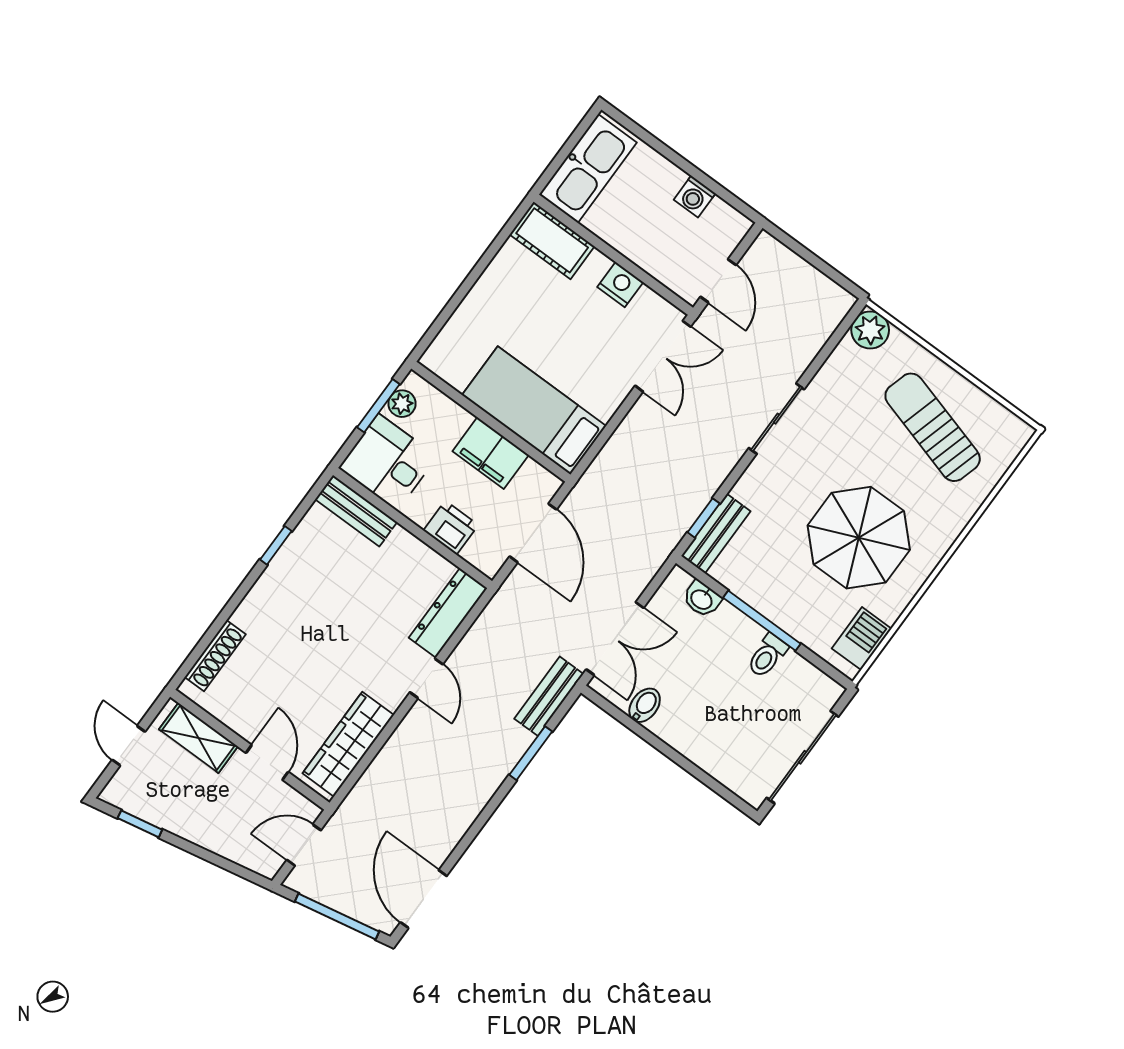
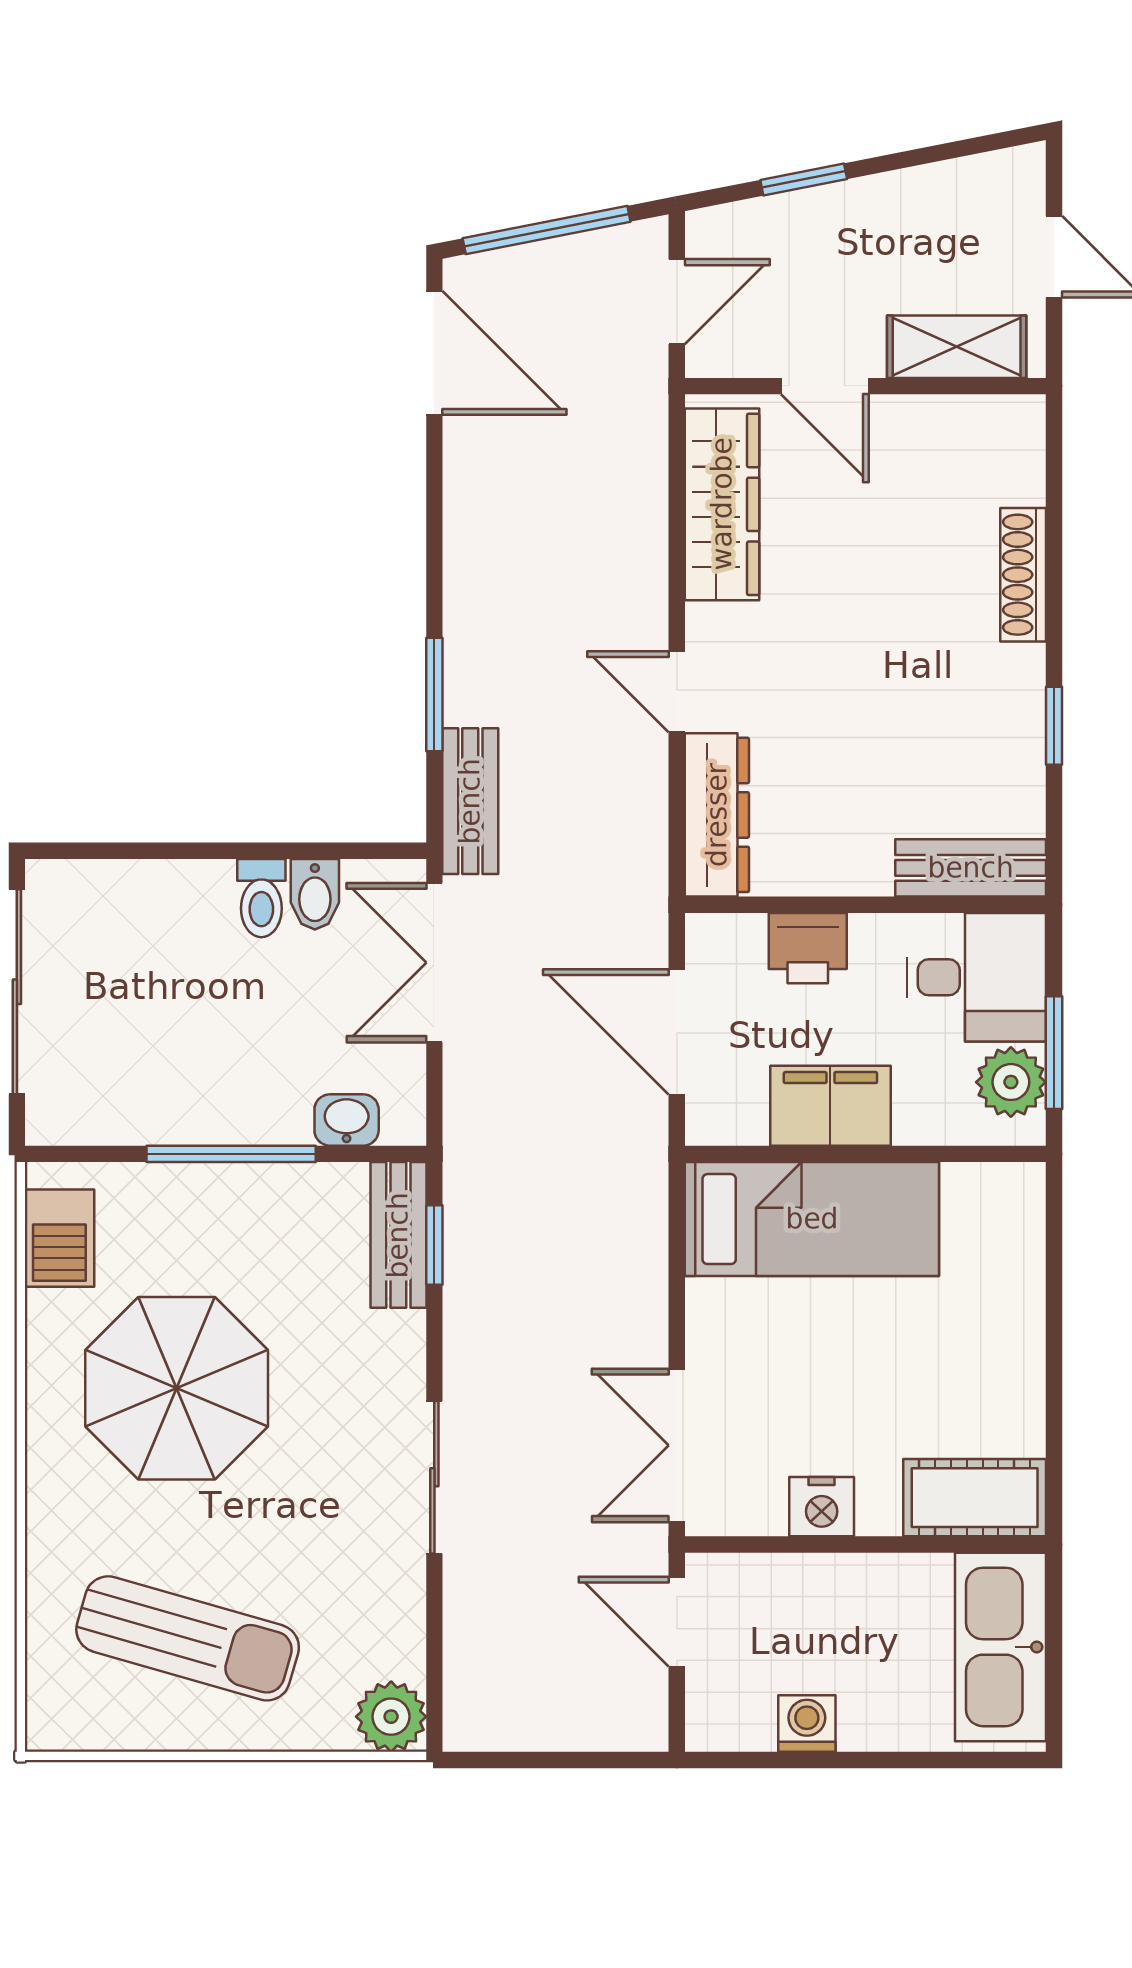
plant: (402, 404) -> (1011, 1082), width x1.38, depth x1.38
shoe rack: (215, 656) -> (1023, 575), moved
toilet: (767, 656) -> (261, 898), moved, turned 180
window: (140, 824) -> (804, 179), moved

